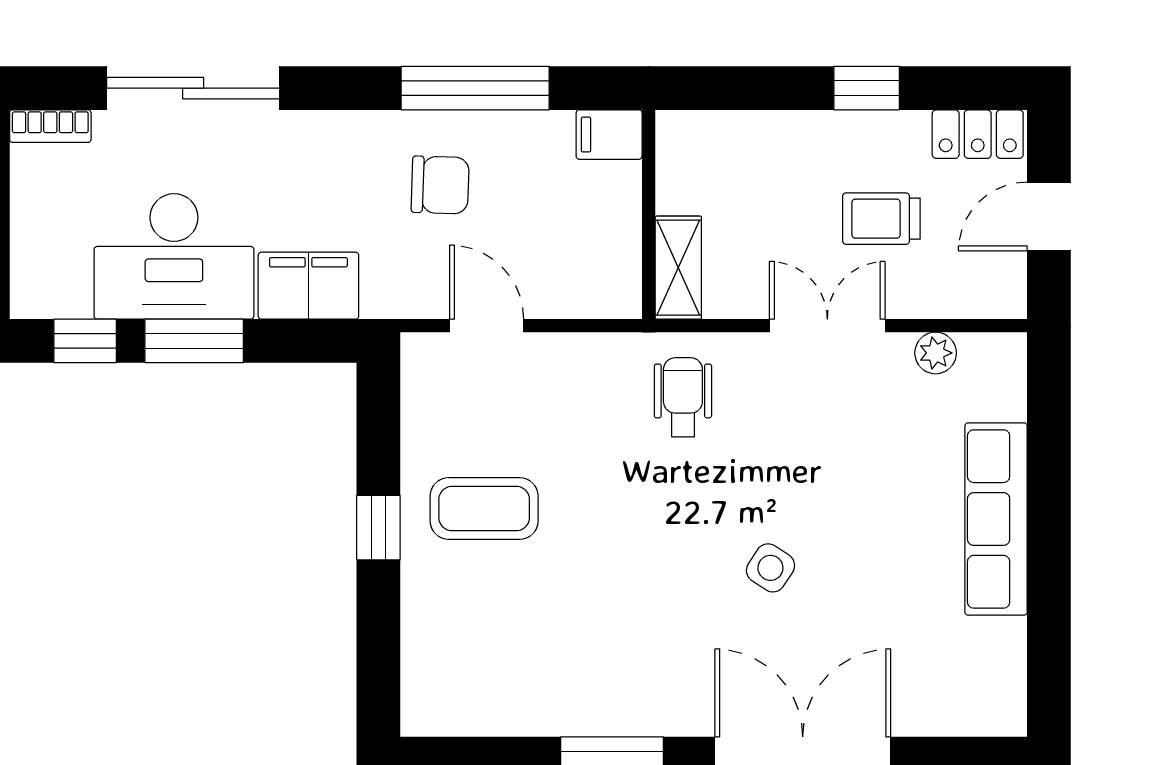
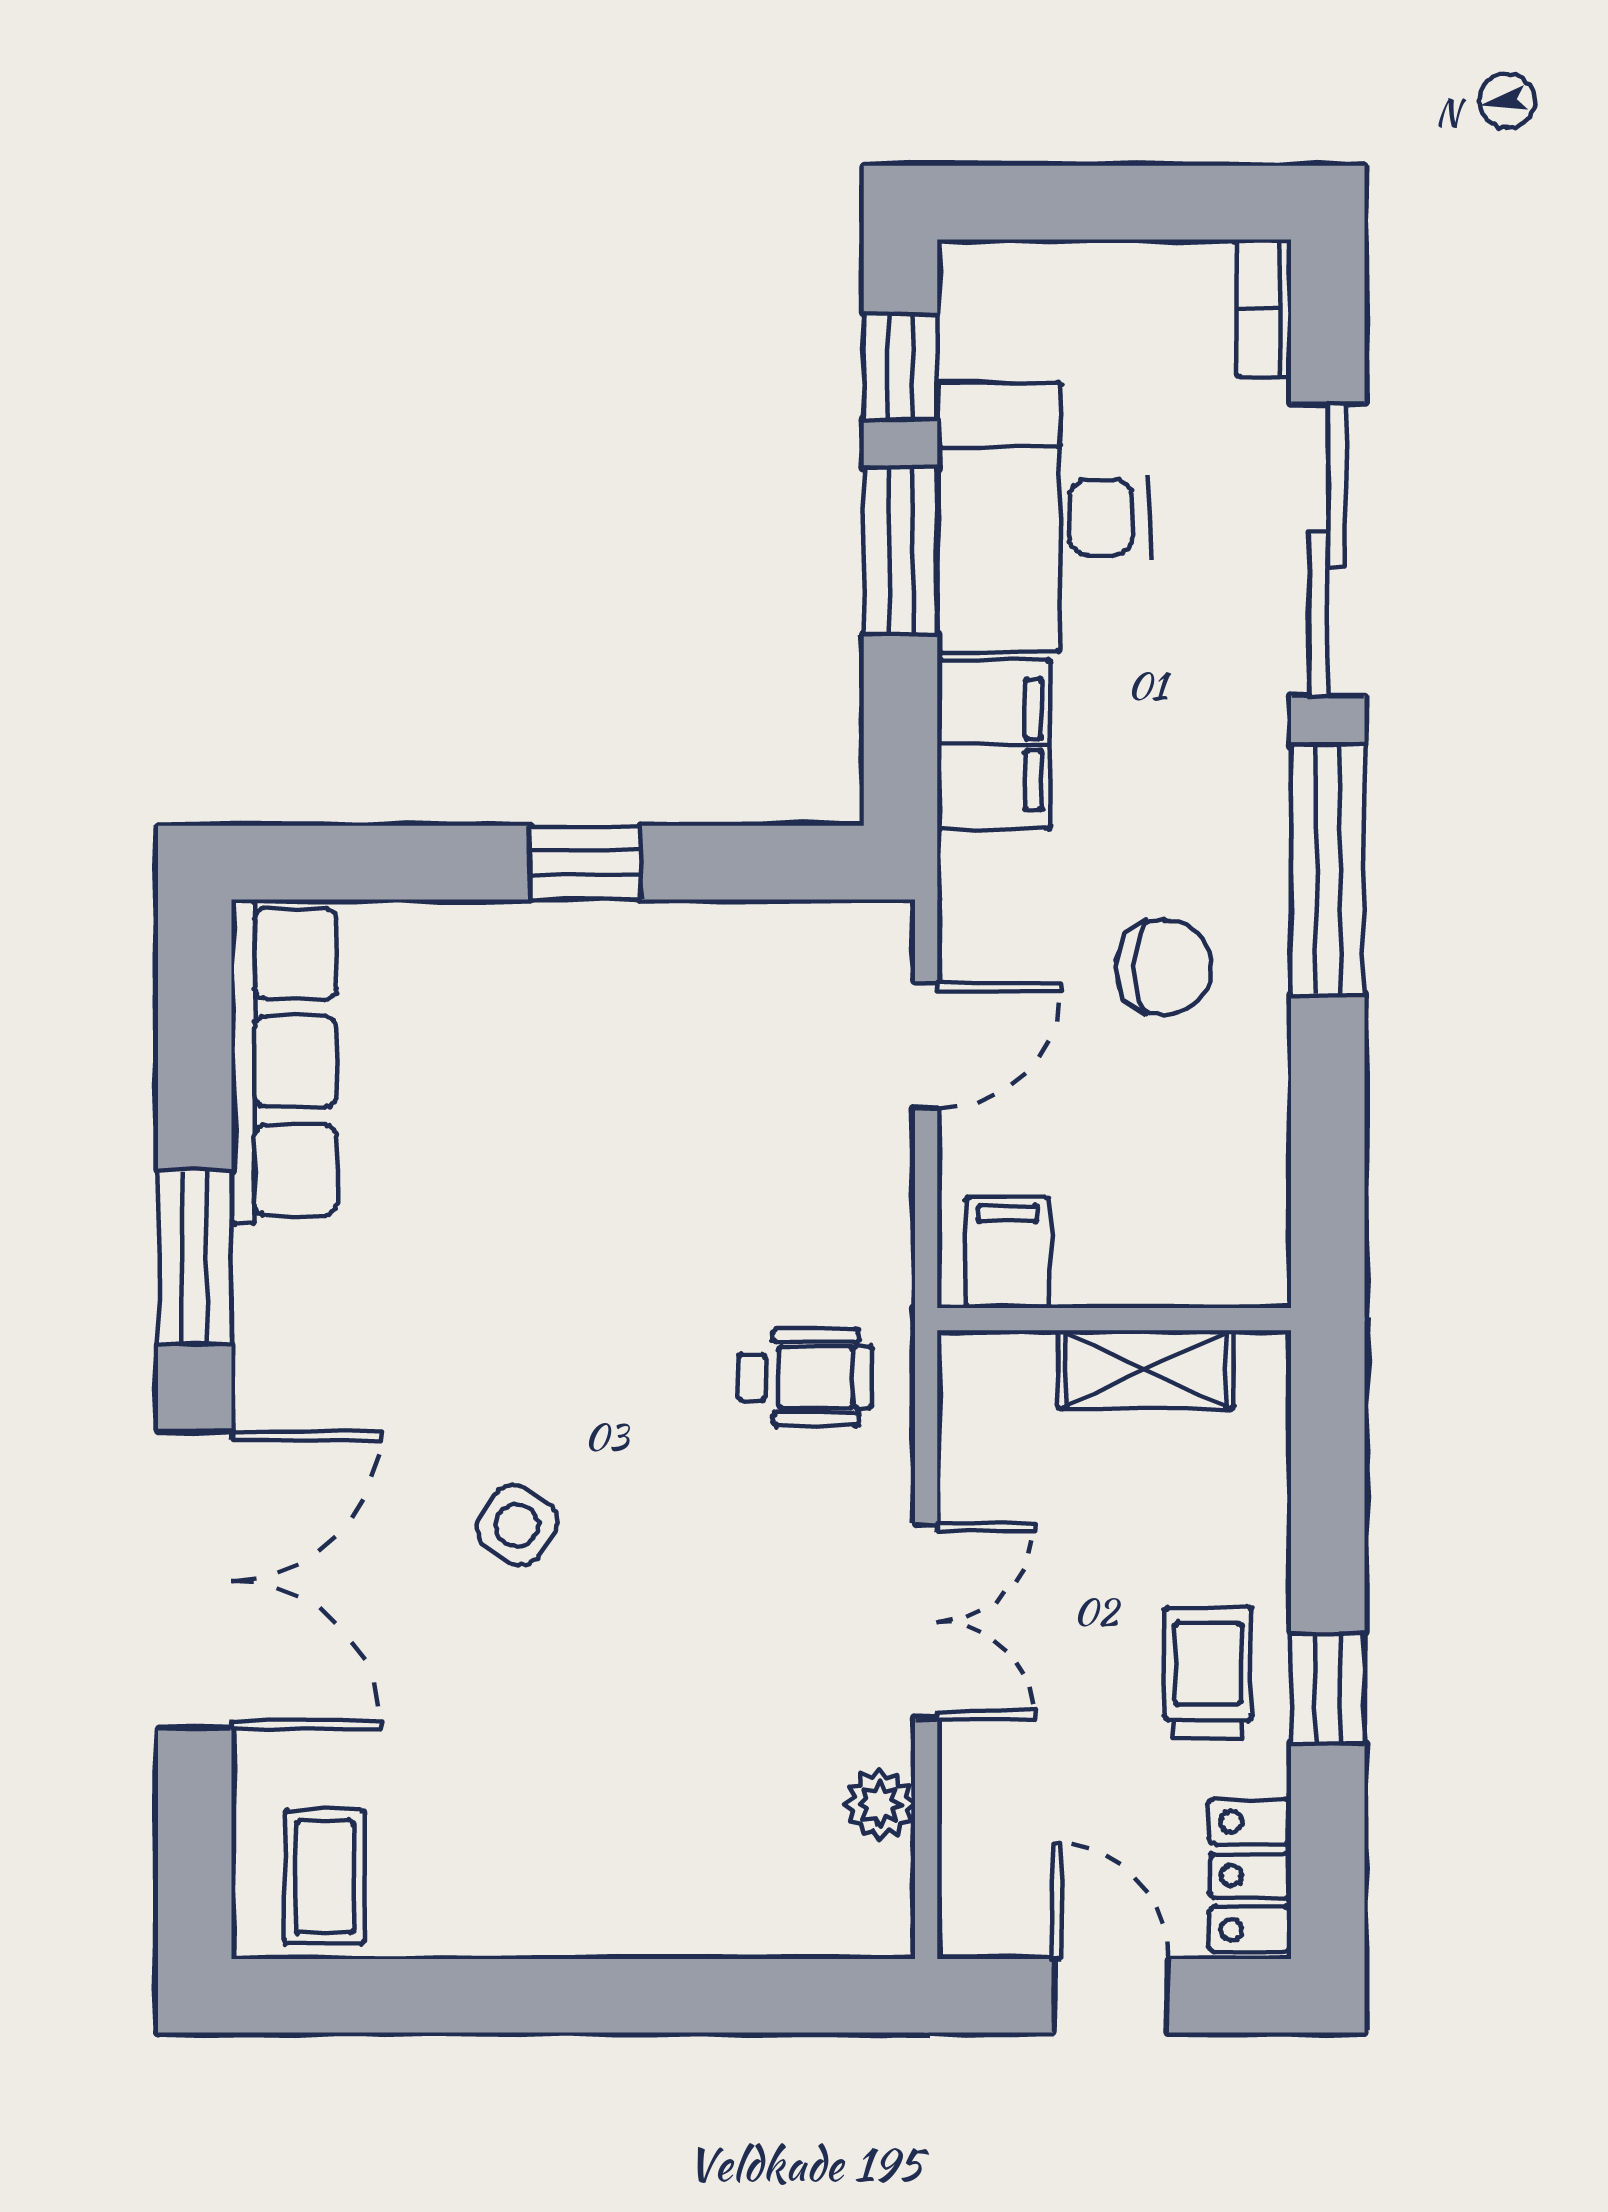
window: (475, 88) -> (1328, 869), moved
filing cabinet: (609, 135) -> (1007, 1252), moved
chair: (440, 185) -> (1164, 967), turned -92
trolley: (881, 219) -> (1208, 1673), moved
shelving: (678, 268) -> (1146, 1369), moved
coffee table: (484, 509) -> (325, 1877), moved, width x0.73, depth x0.77
row of seats: (996, 519) -> (284, 1062), moved, turned 90

